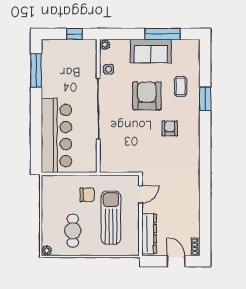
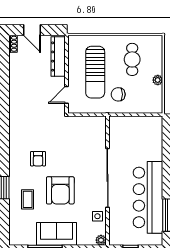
bar counter: (56, 136) -> (148, 197), moved
plant: (47, 251) -> (158, 80), moved

